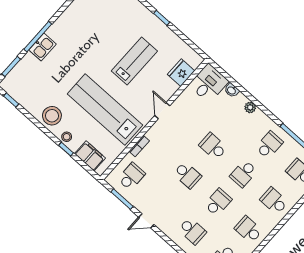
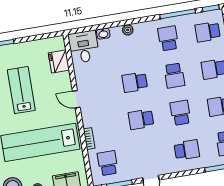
school desk: (187, 175) -> (141, 119), turned 180

